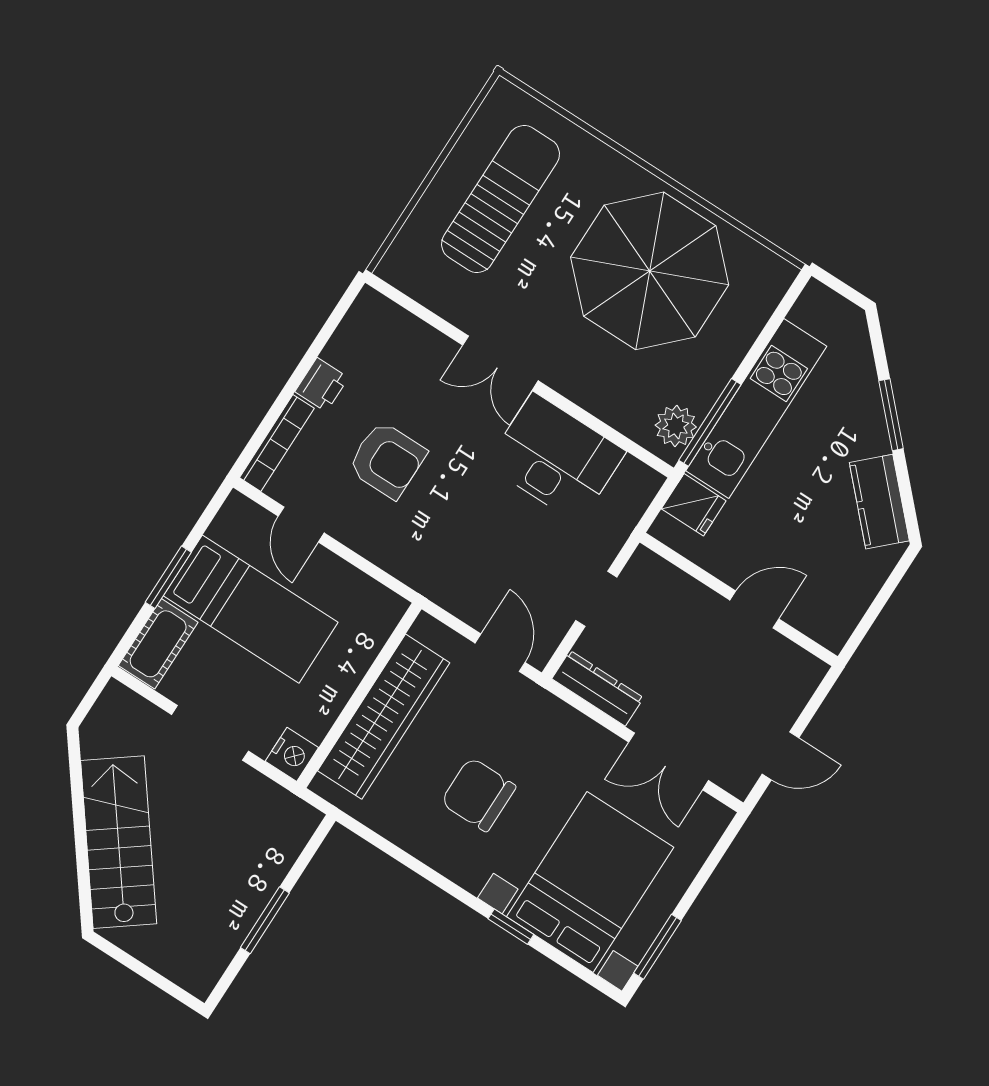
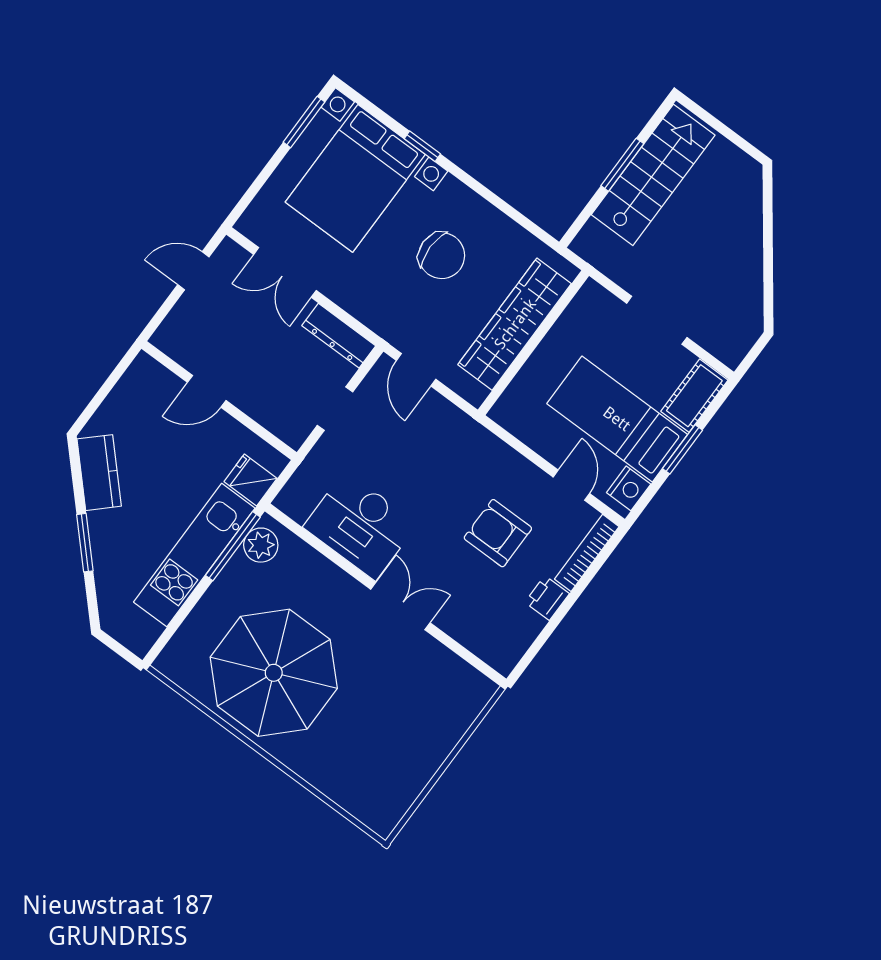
sun lounger: (501, 199) -> (391, 740), removed
nightstand: (292, 754) -> (629, 488), moved, turned 180
double door: (668, 761) -> (285, 272), swing flipped
stairs: (119, 842) -> (653, 175), moved, turned -143

